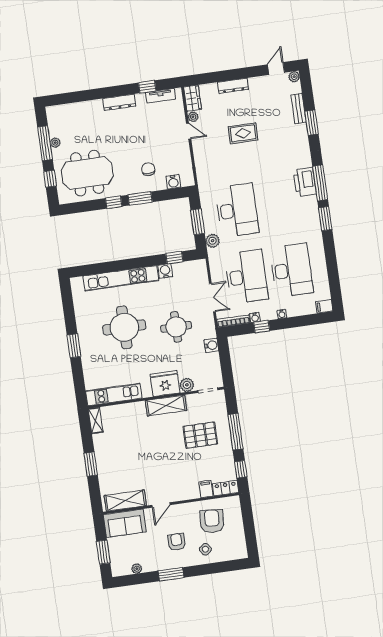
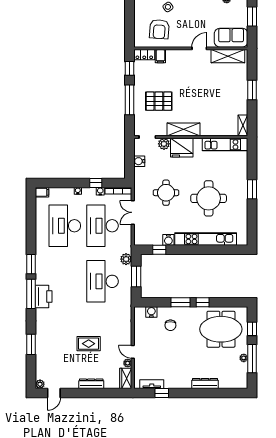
dresser: (119, 102) -> (205, 384), moved
bench: (299, 109) -> (40, 357), removed
water cooler: (211, 345) -> (139, 161), moved
armchair: (177, 542) -> (191, 16), removed

